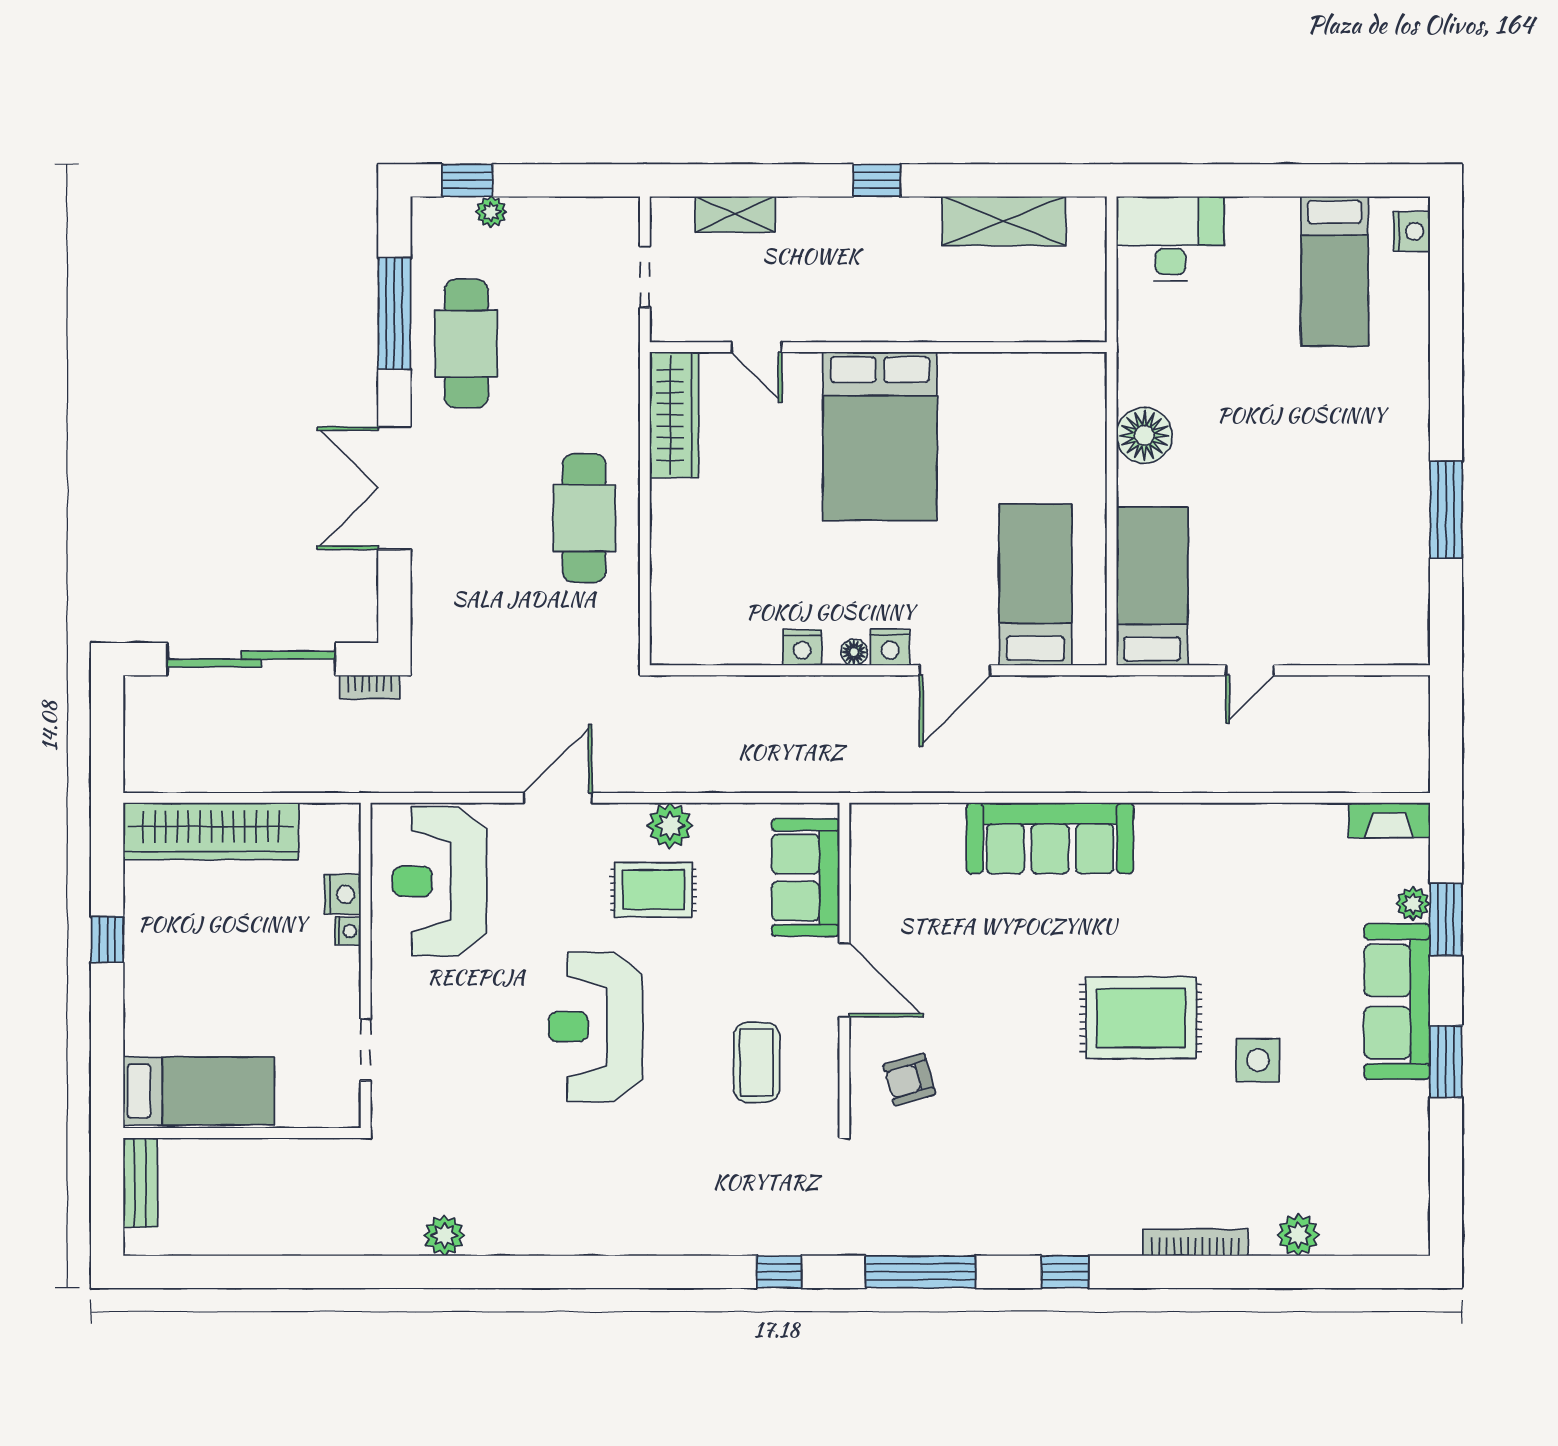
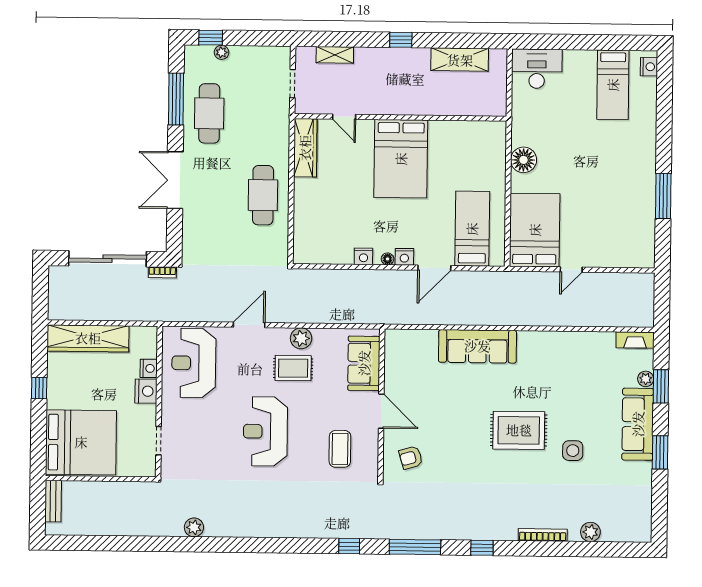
bed: (1152, 586) -> (535, 230), width x1.50
nightstand: (348, 931) -> (146, 391), width x1.89, depth x1.79
bed: (199, 1091) -> (81, 442), width x2.04

